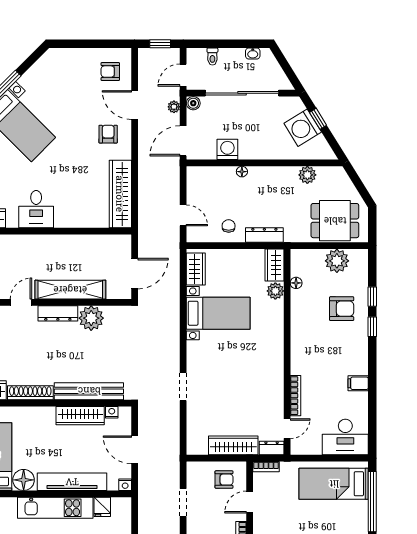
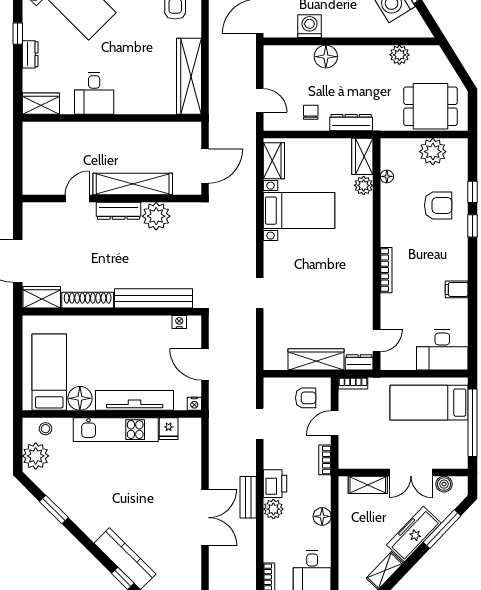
floor lamp: (242, 172) -> (326, 57), width x1.89, depth x1.89
bookcase: (295, 396) -> (386, 270), moved
wardrobe: (80, 416) -> (144, 326), removed

